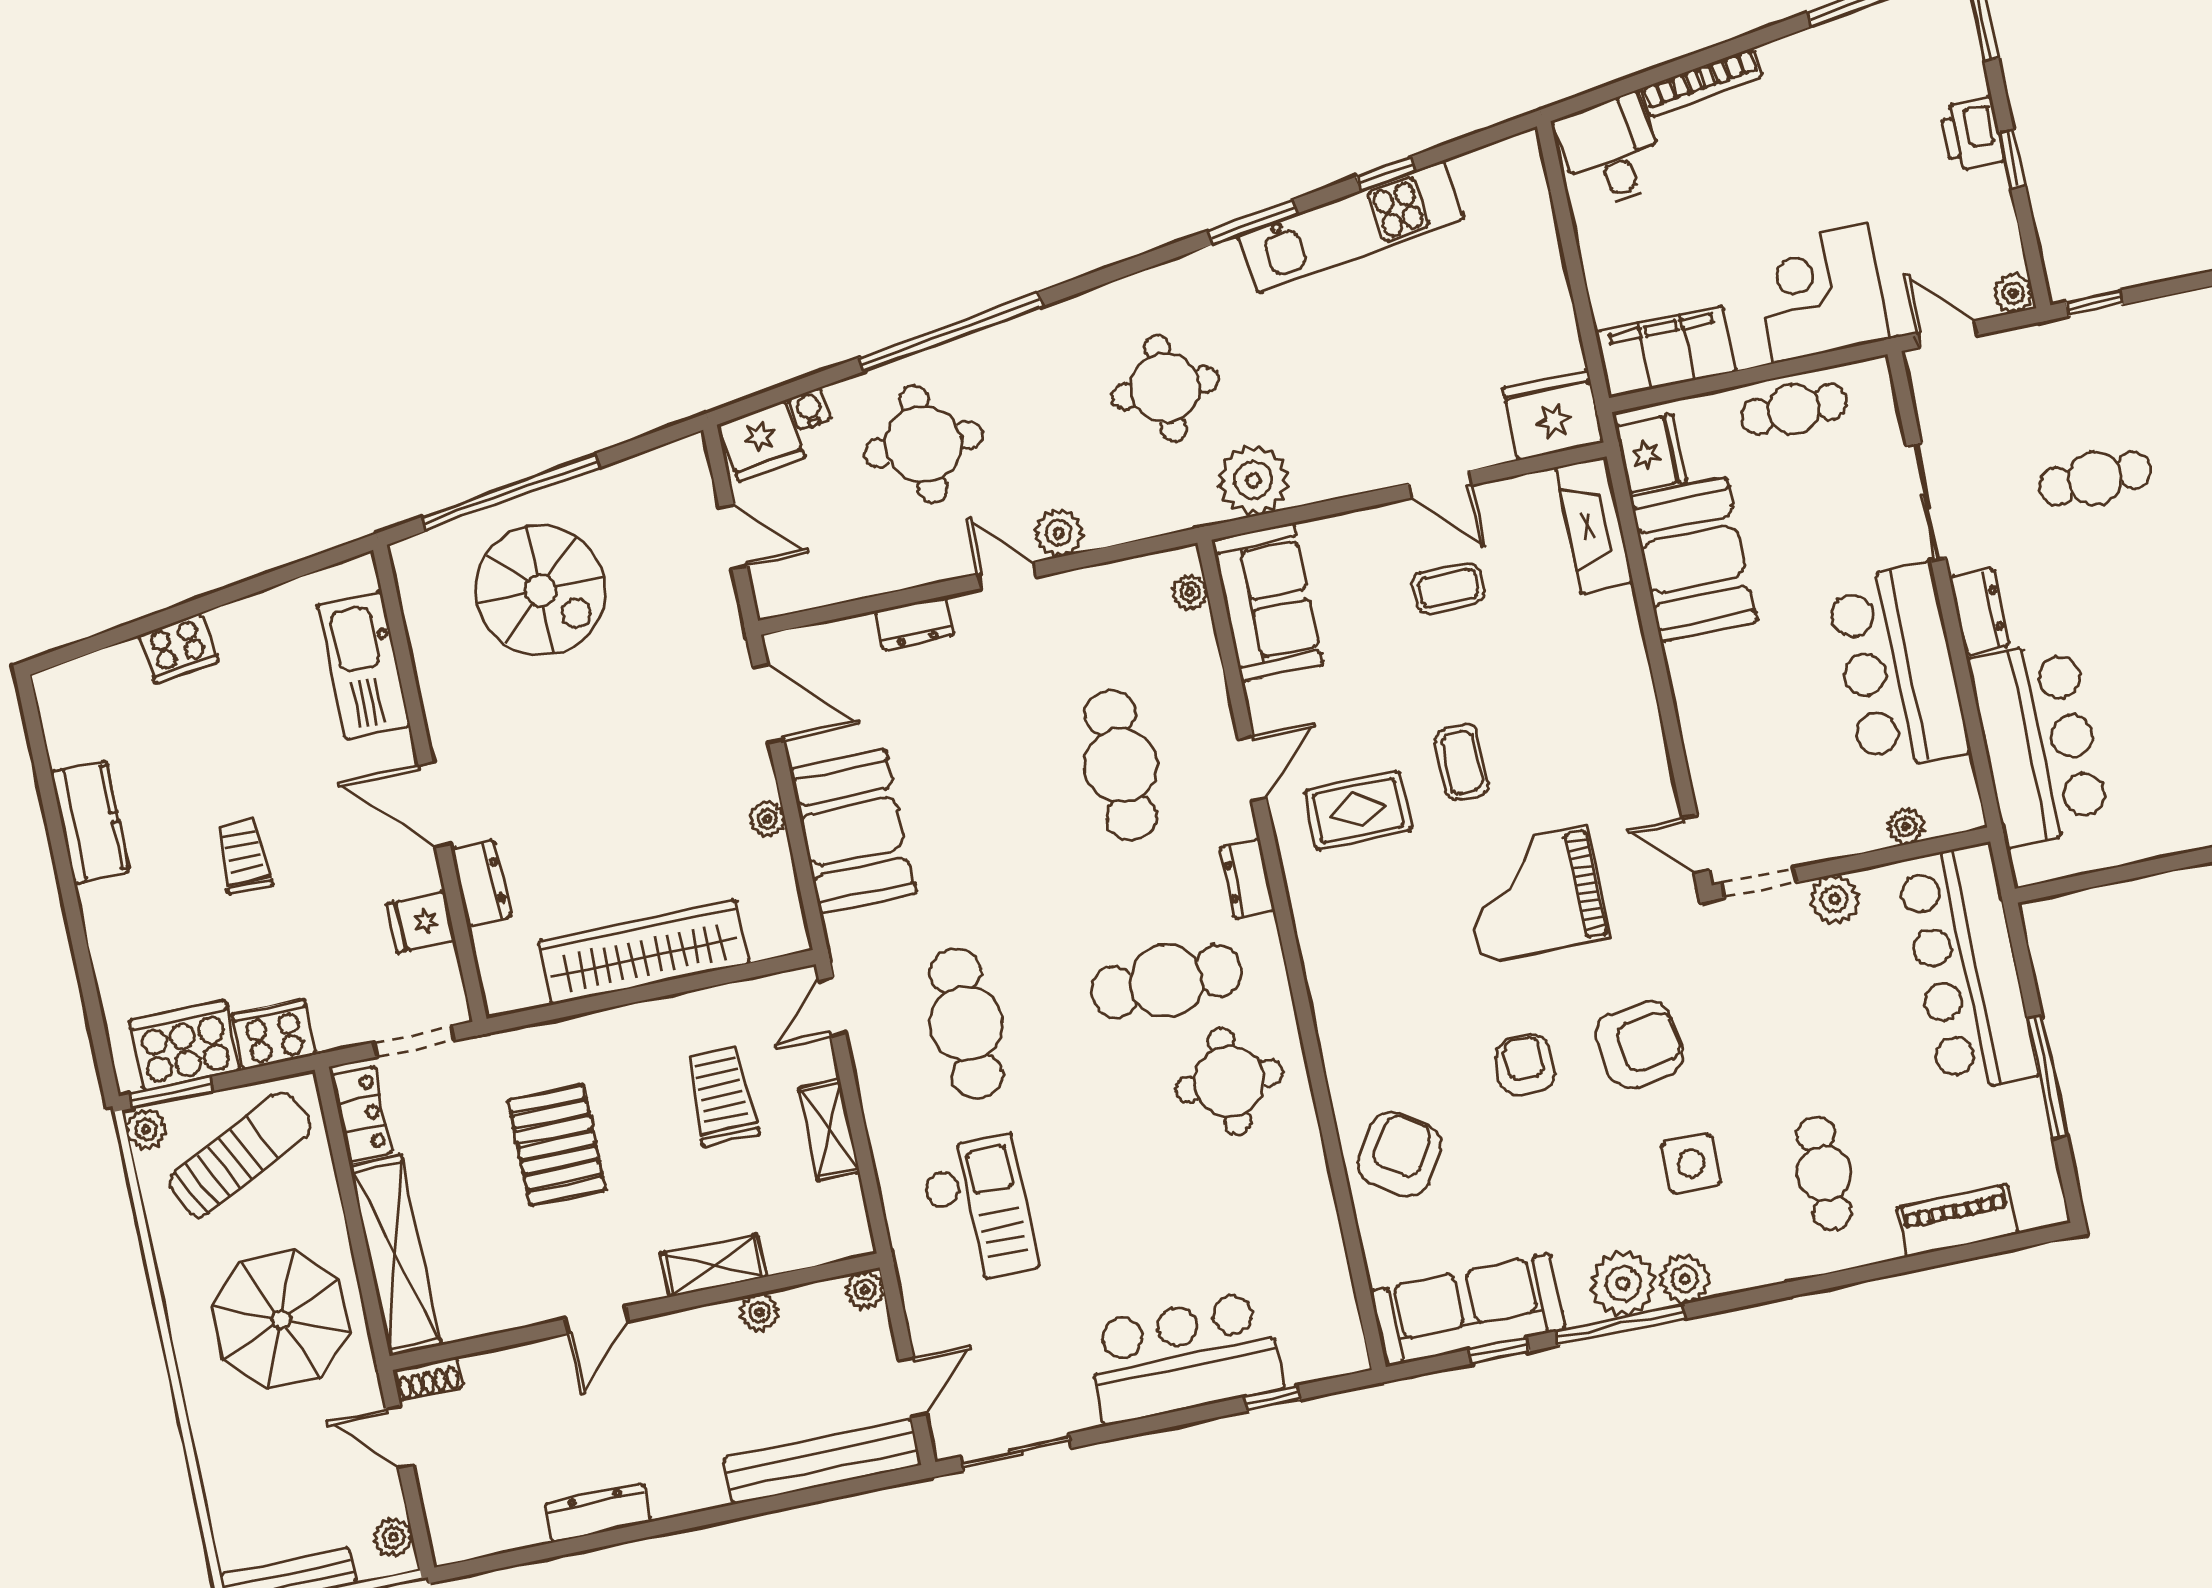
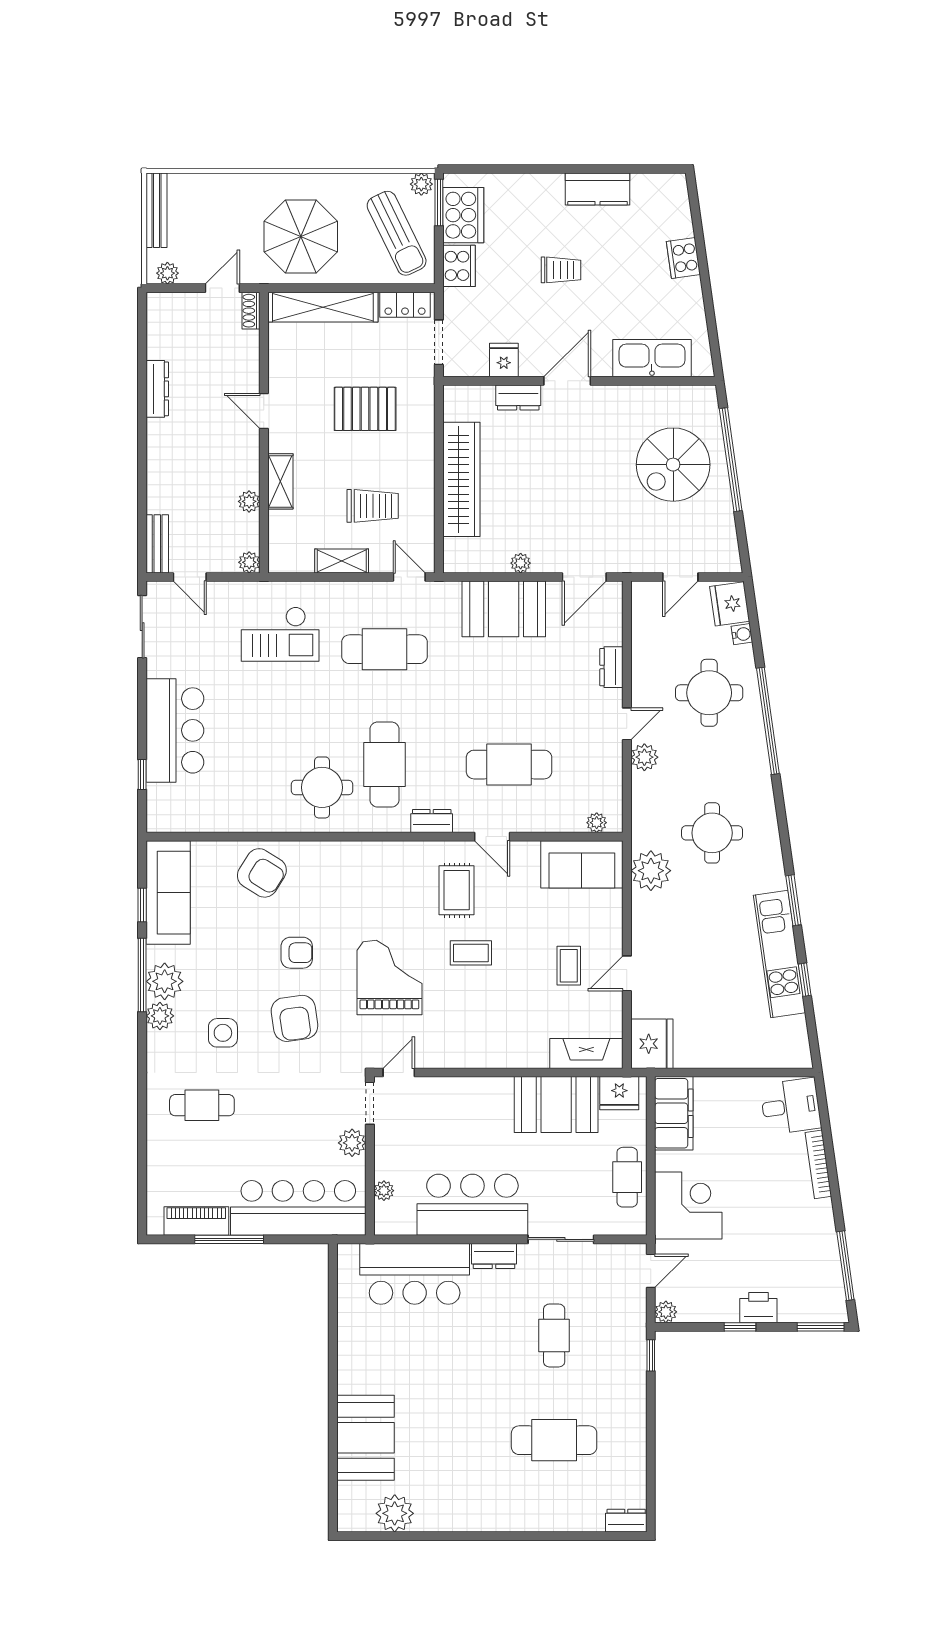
piano: (1957, 1221) -> (196, 1221), moved, turned -90
bench: (822, 1461) -> (157, 544), width x0.54, depth x0.82

